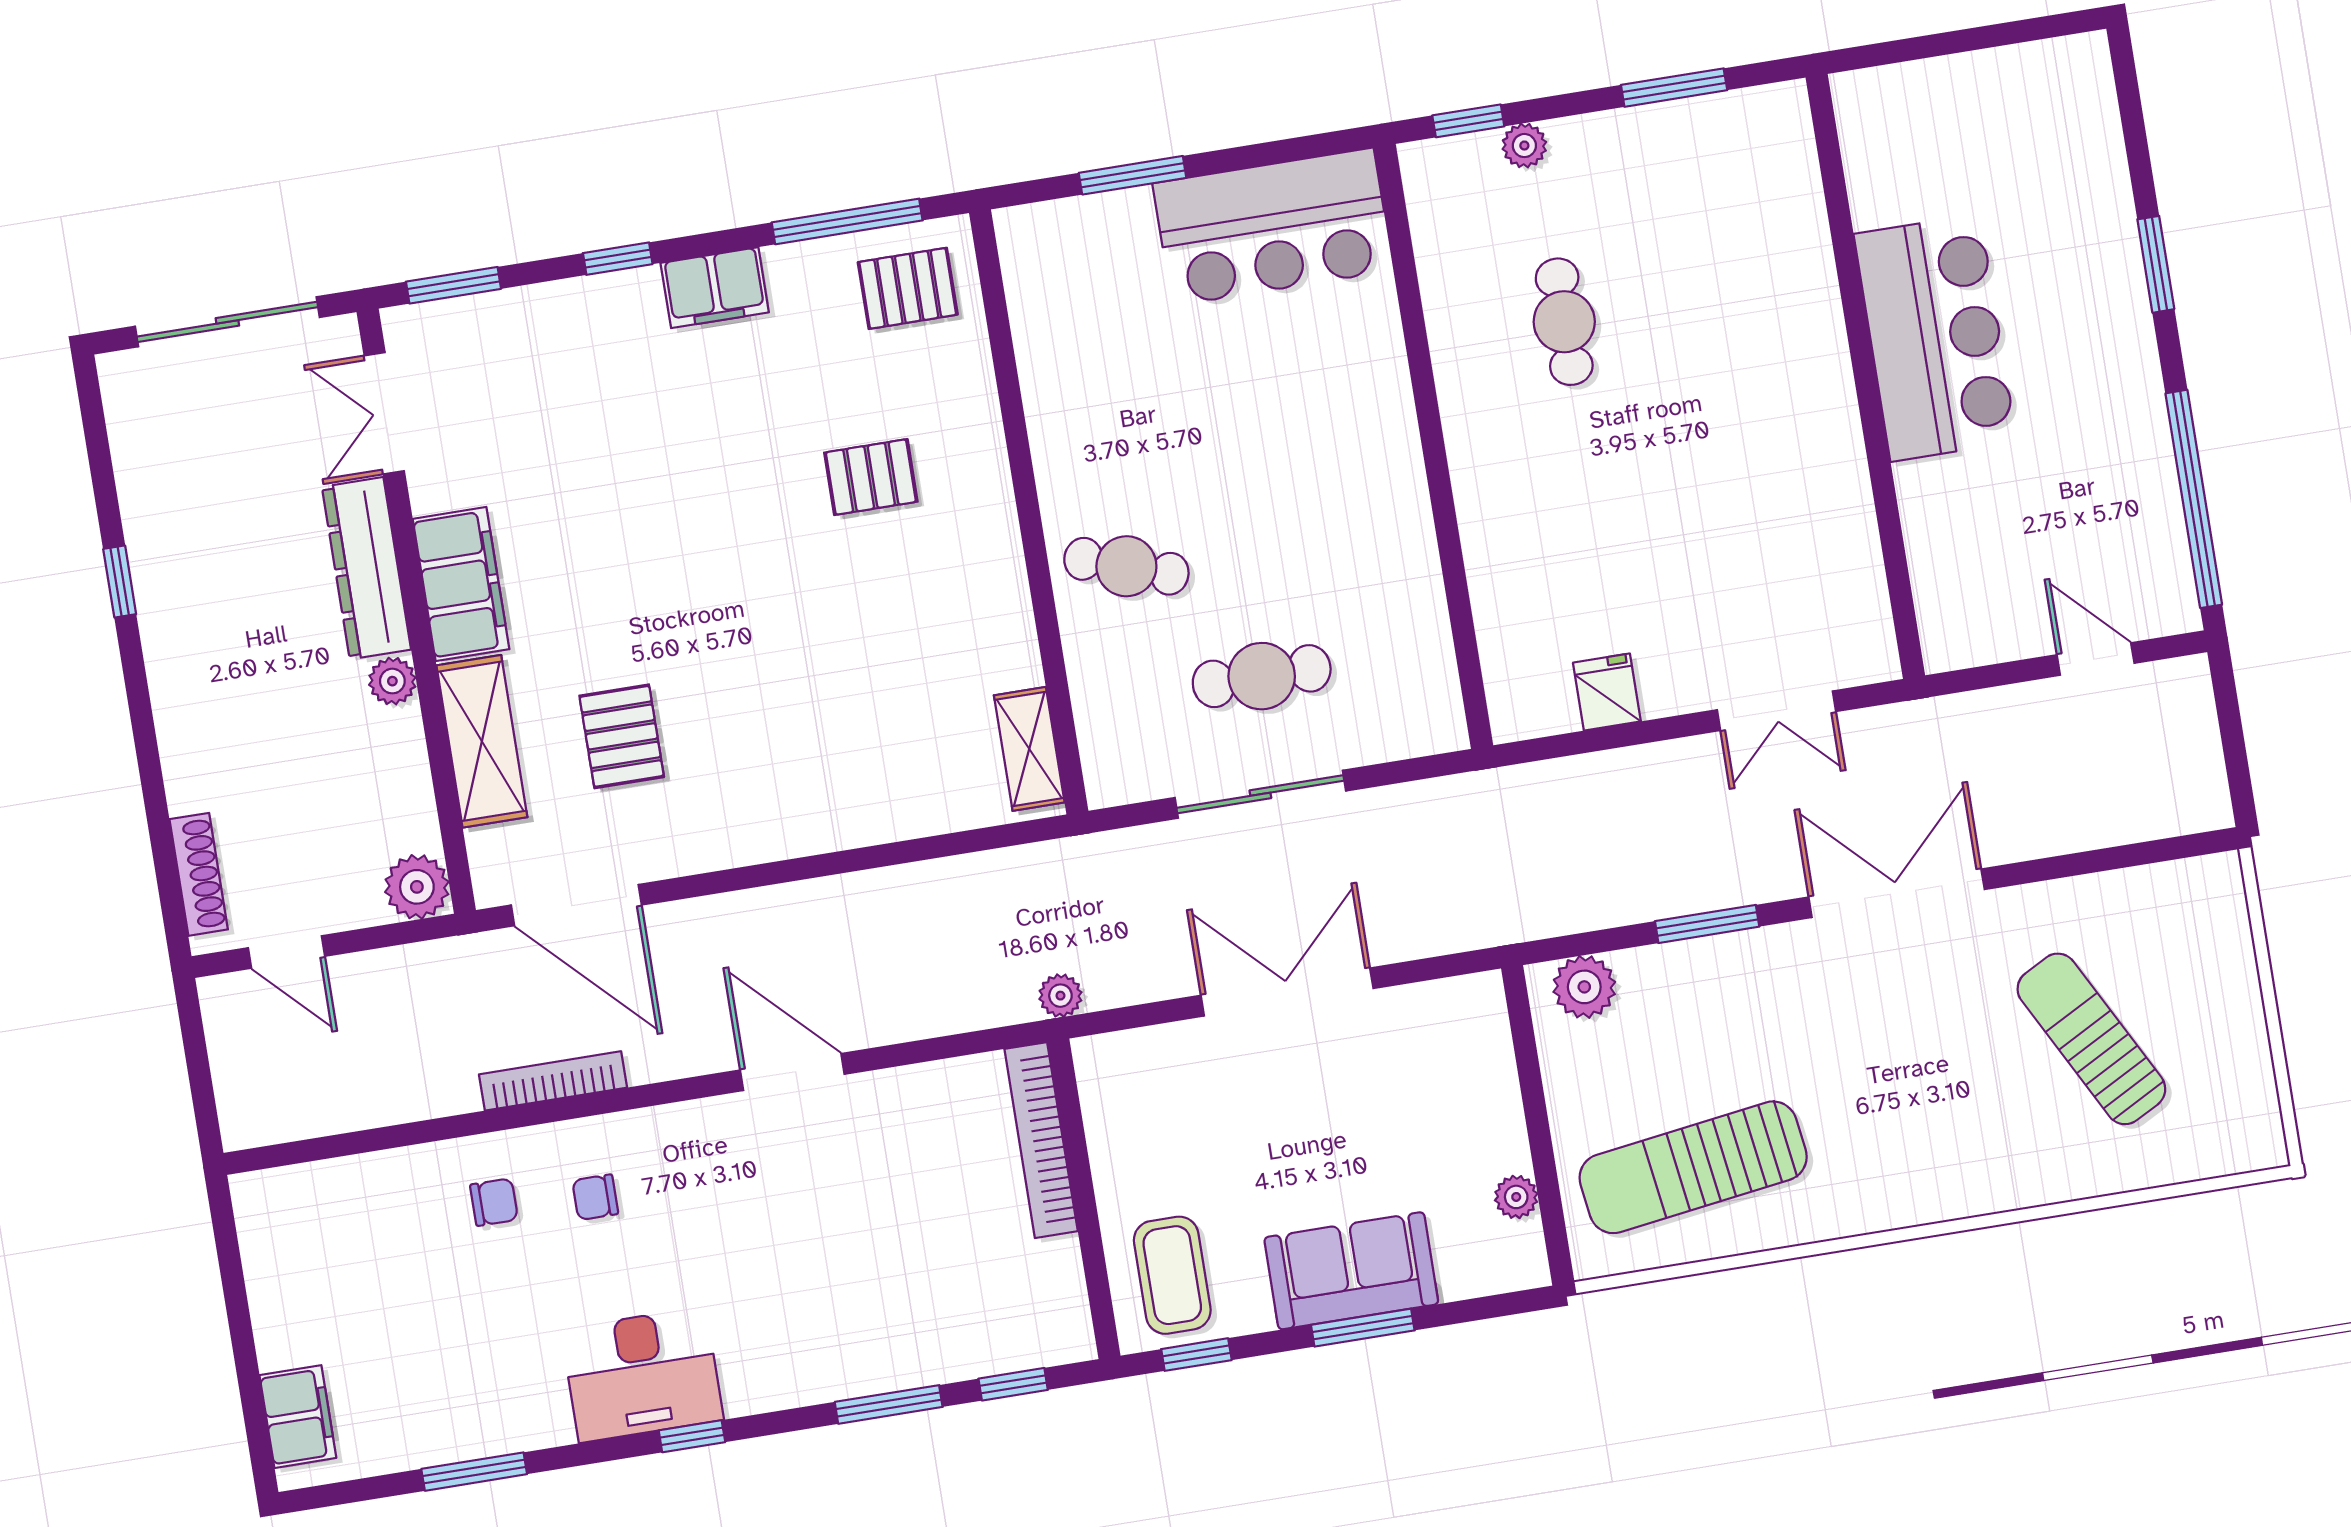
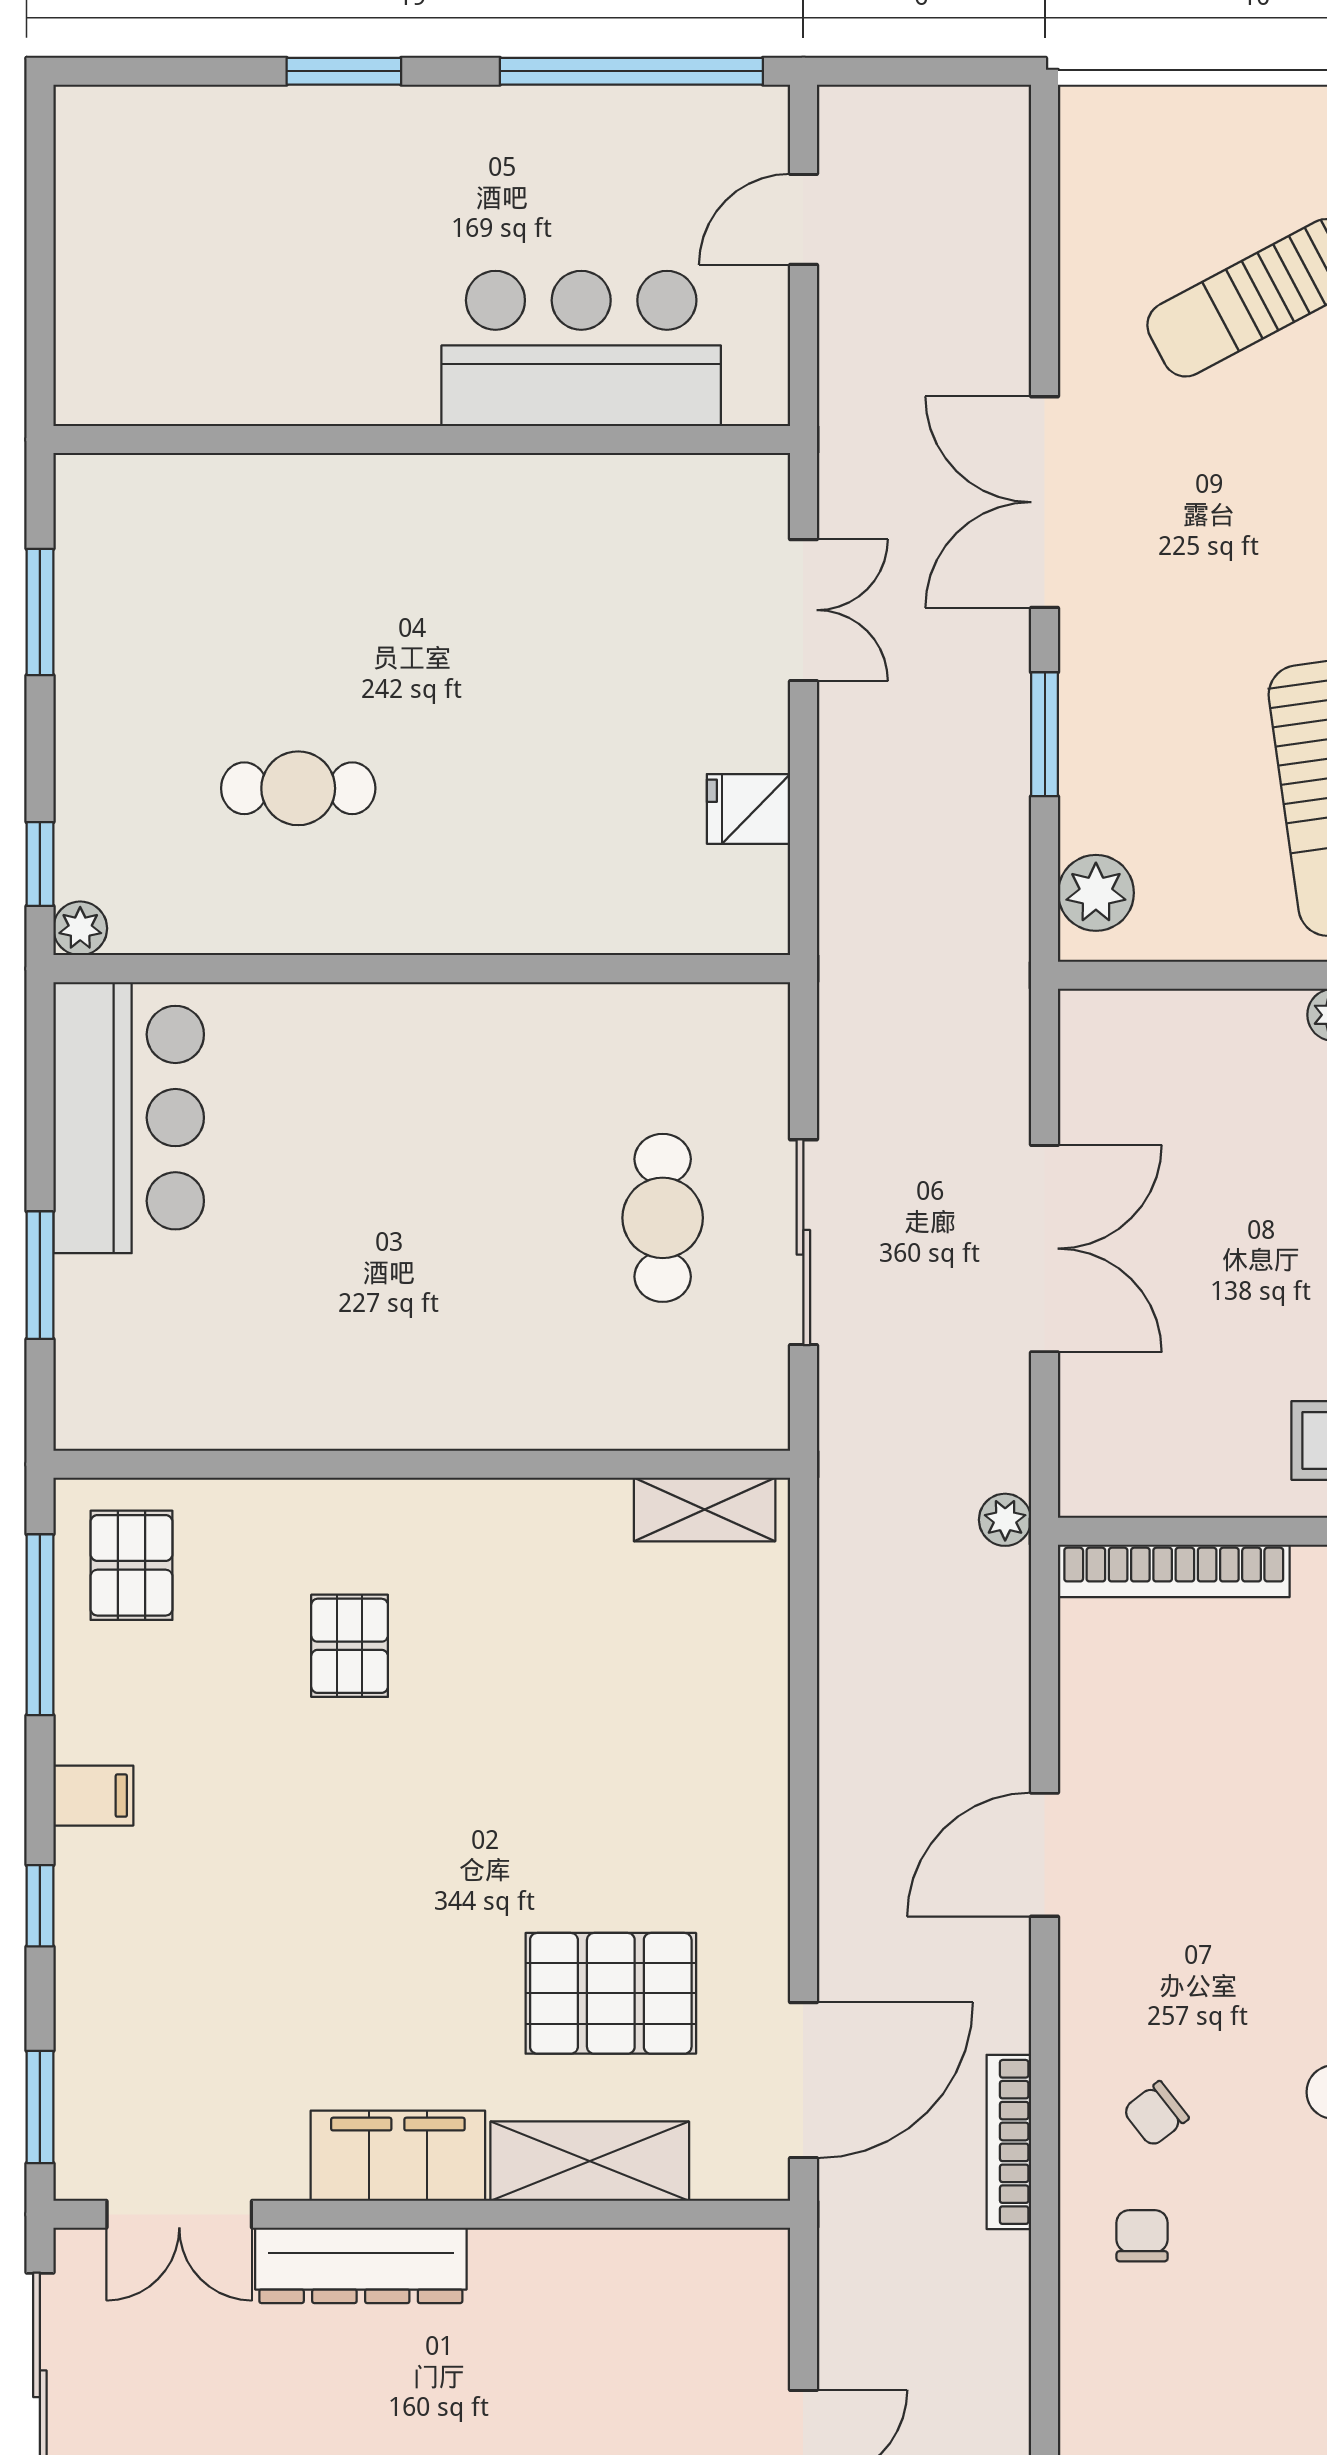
plant: (1524, 146) -> (80, 928), moved
filing cabinet: (715, 288) -> (93, 1796), width x0.50
bar counter: (1935, 338) -> (581, 348), moved
cafe table: (1126, 566) -> (505, 1358), removed
plant: (392, 681) -> (501, 2256), removed
pallet: (622, 736) -> (611, 1993), width x1.50, depth x1.42
plant: (417, 887) -> (751, 2267), removed
double door: (1287, 992) -> (1045, 1249), swing flipped
chair: (595, 1197) -> (1156, 2114), turned 52

